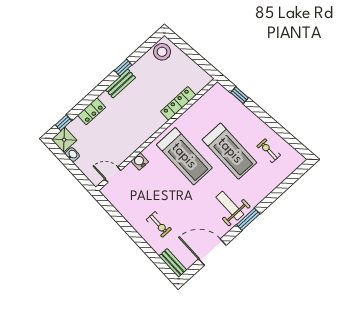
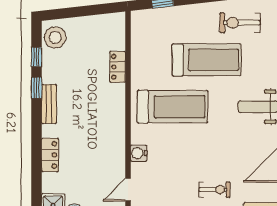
locker: (178, 103) -> (118, 67), width x0.66
window: (63, 123) -> (37, 57), moved
exercise bike: (269, 151) -> (240, 23), width x1.38, depth x1.39

